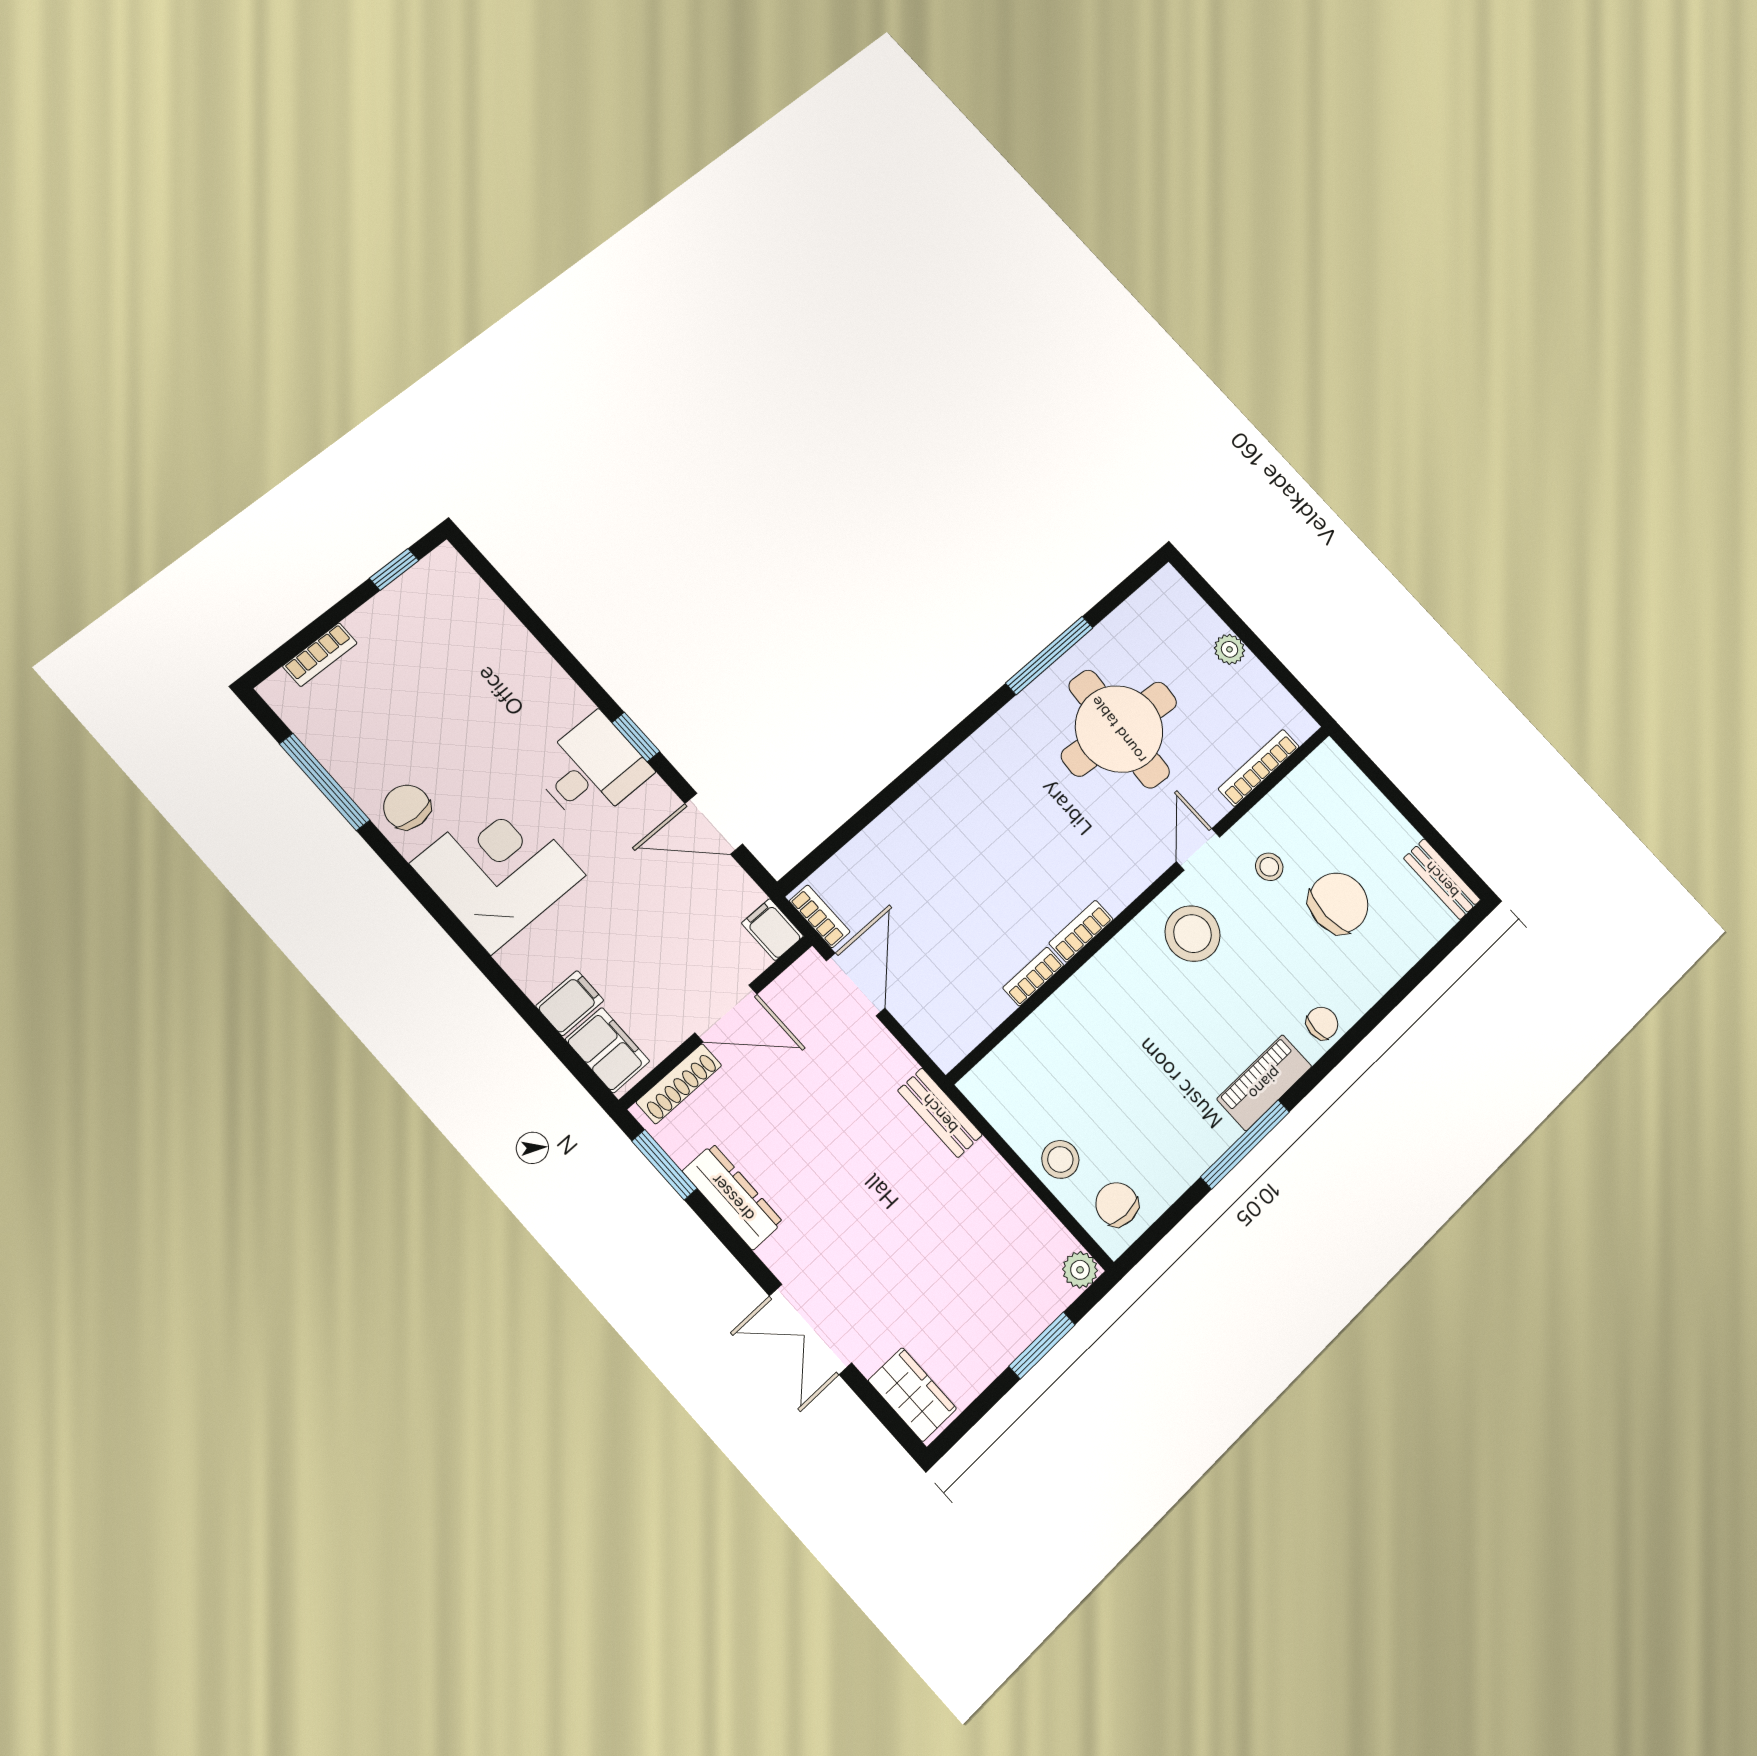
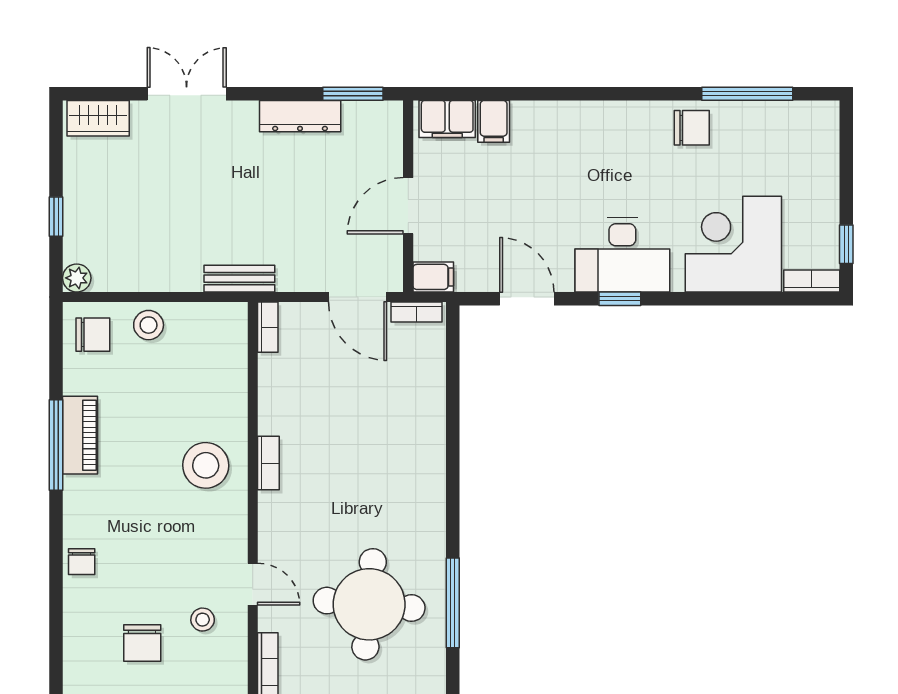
bookcase: (320, 655) -> (812, 281), moved, turned 90
desk: (591, 770) -> (622, 255), width x1.37
door: (714, 824) -> (527, 299), hinge flipped
corner desk: (498, 869) -> (733, 244), moved, turned 180
chair: (1339, 903) -> (142, 643), width x0.73, depth x0.73
stool: (1193, 934) -> (206, 465), moved
bookcase: (1033, 977) -> (268, 327), moved
piano: (1264, 1083) -> (80, 435), moved
shoe rack: (679, 1084) -> (392, 143), removed
window: (1042, 1345) -> (56, 217), width x0.67

